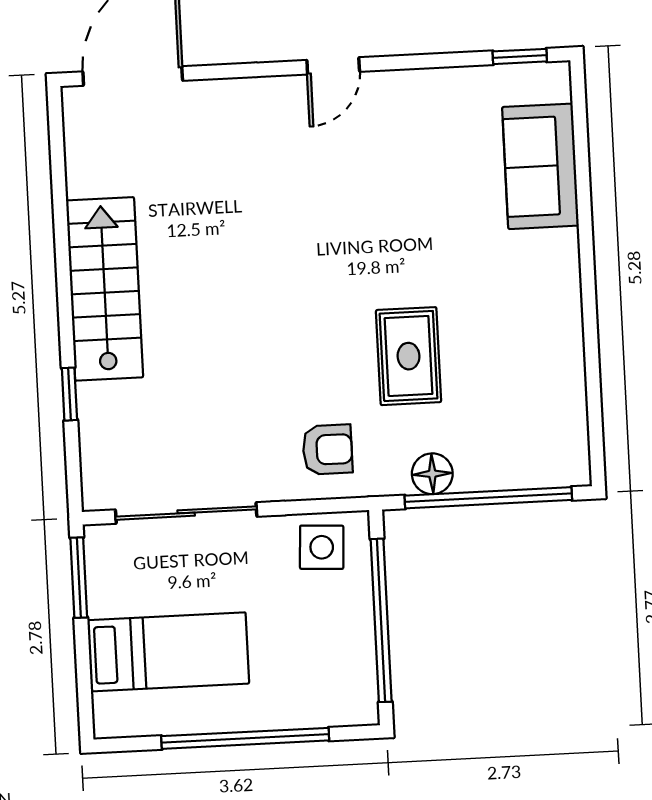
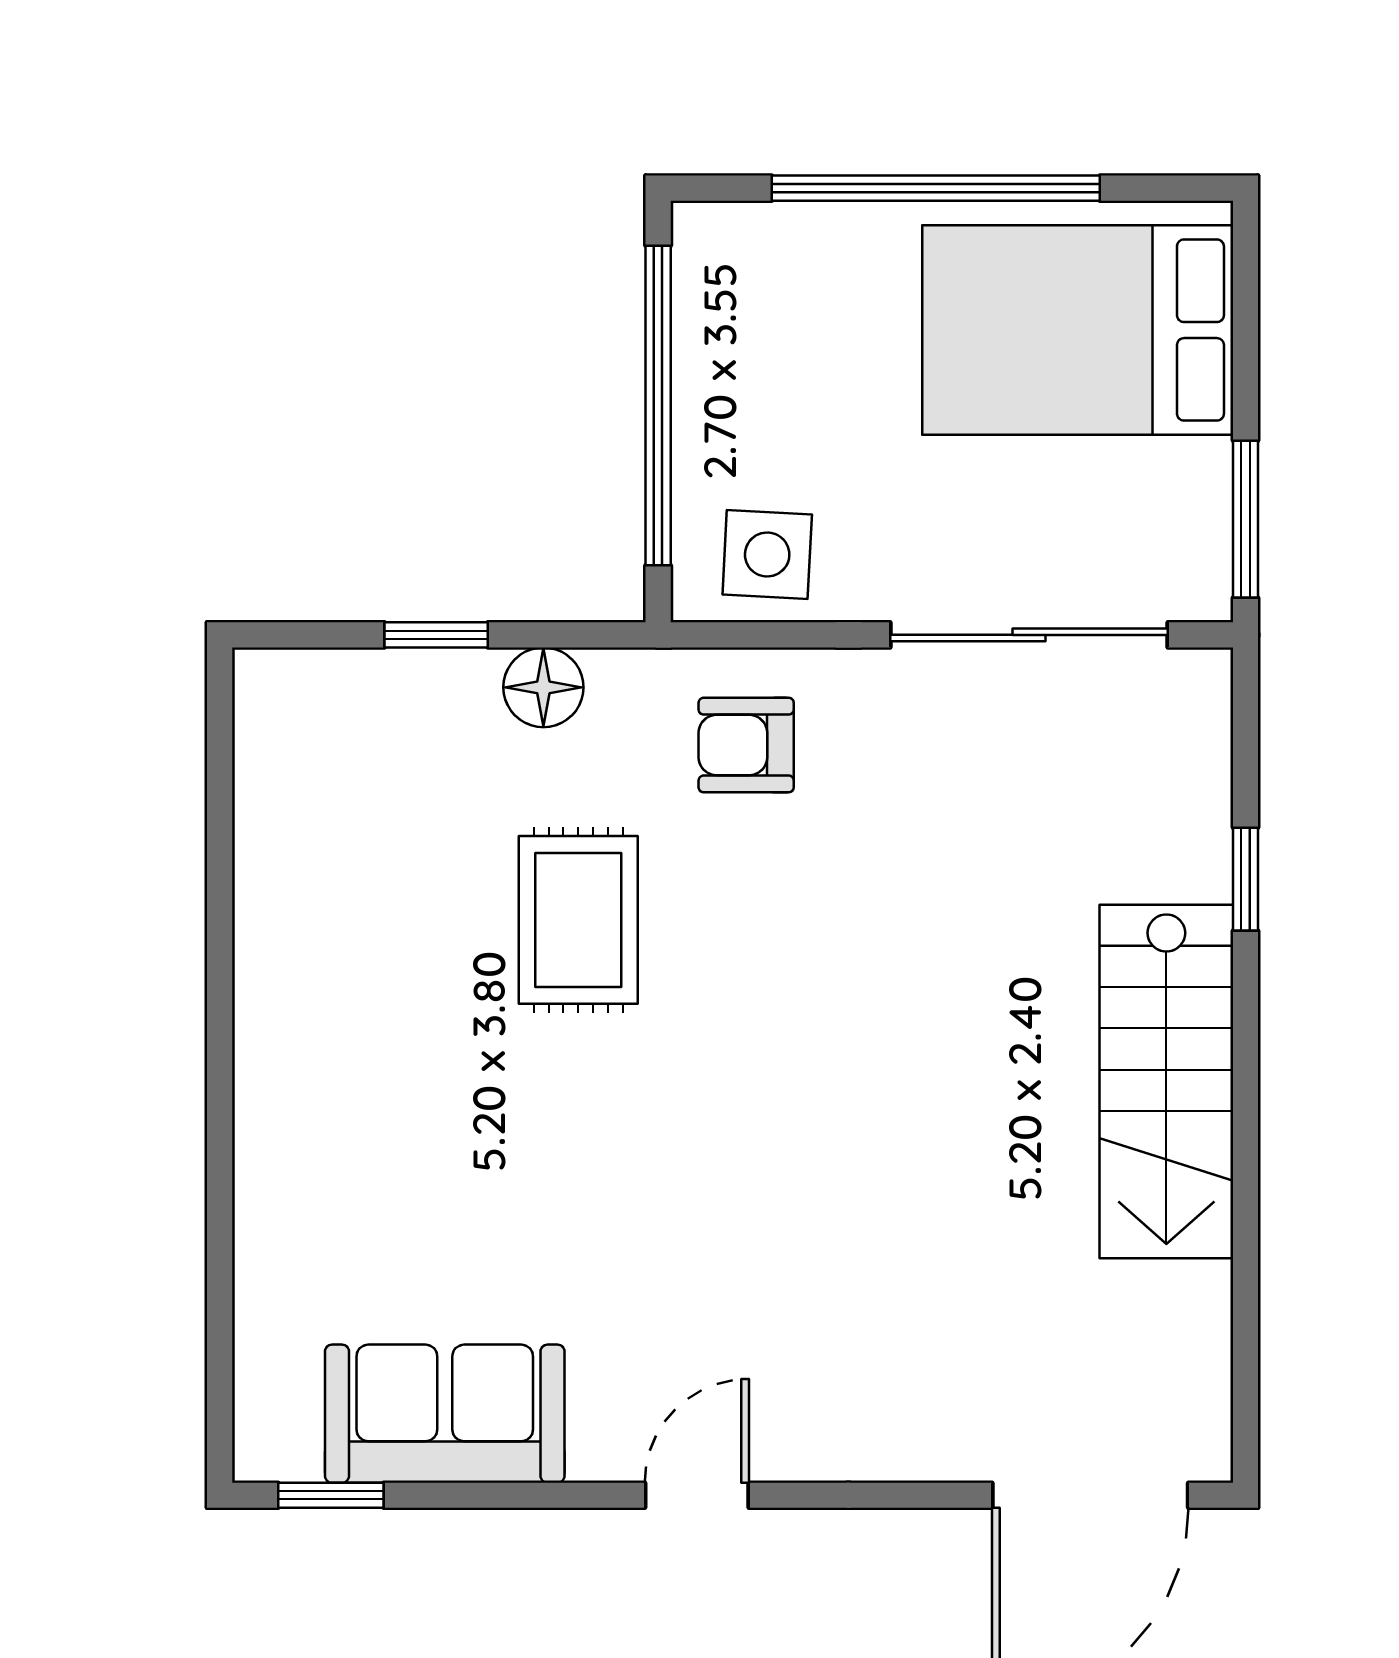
sofa: (540, 166) -> (445, 1414), moved, turned -90
window: (488, 498) -> (436, 635), width x0.32
bed: (168, 652) -> (1078, 330), width x1.50

